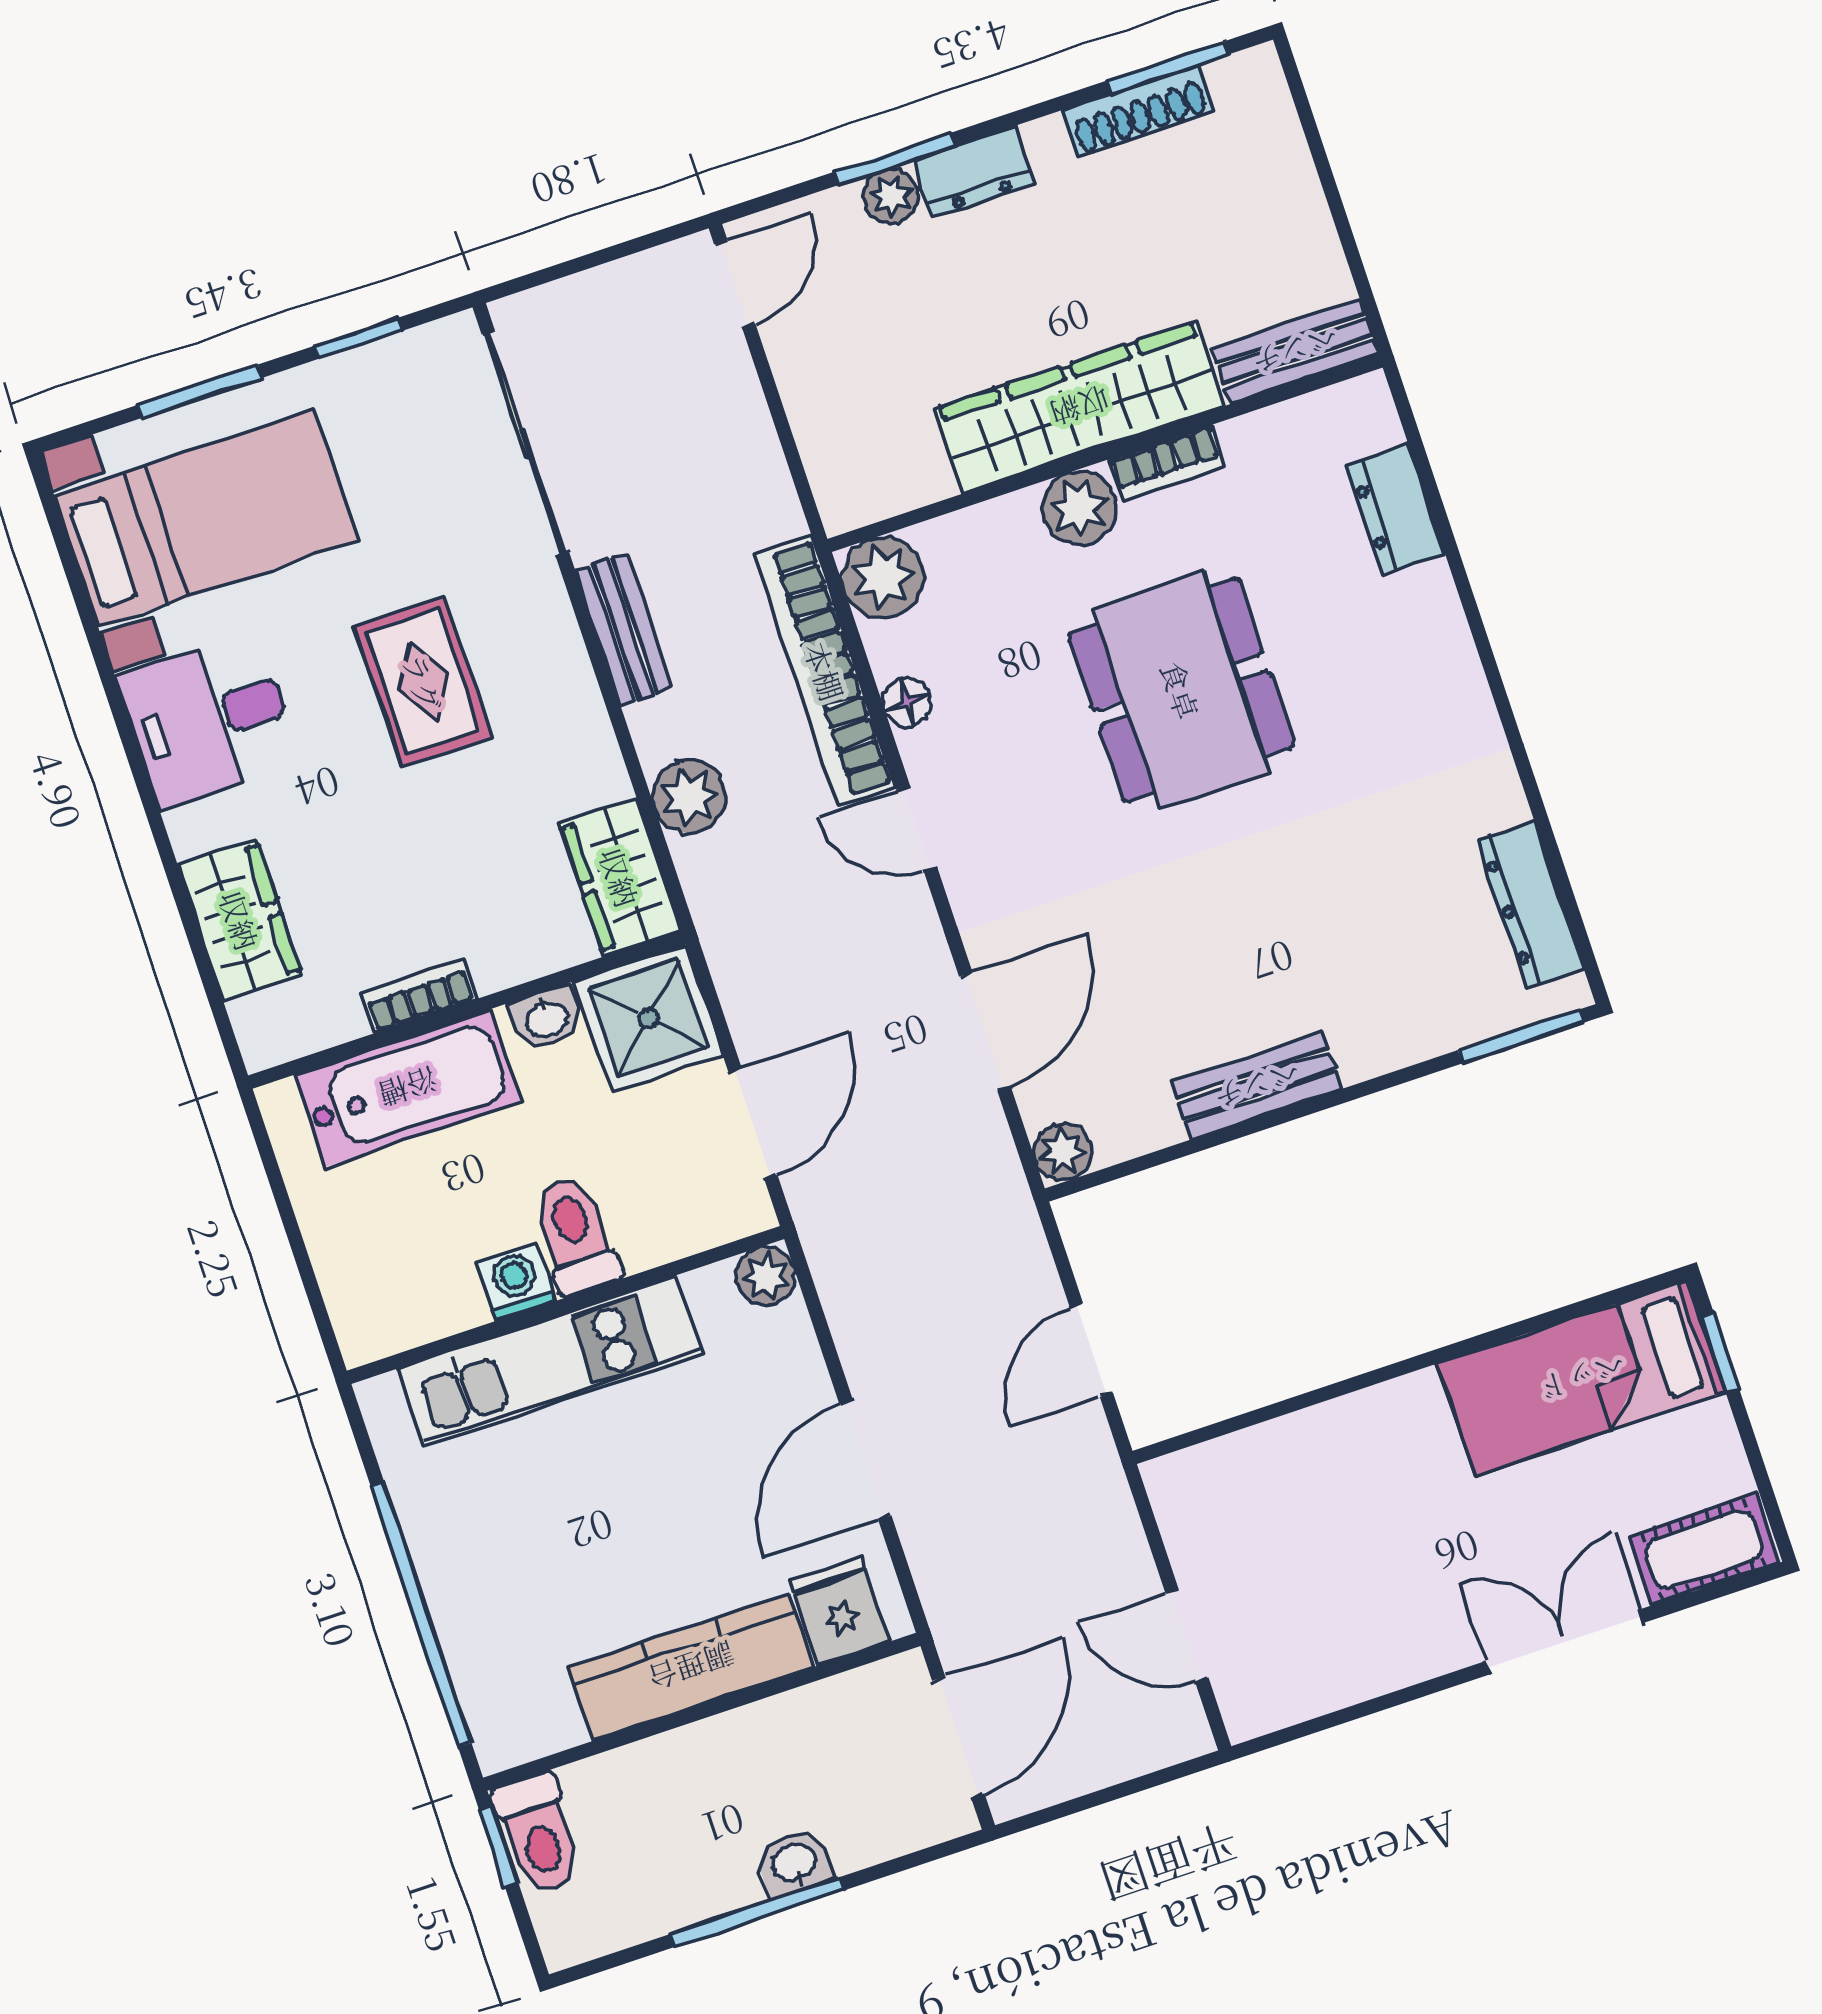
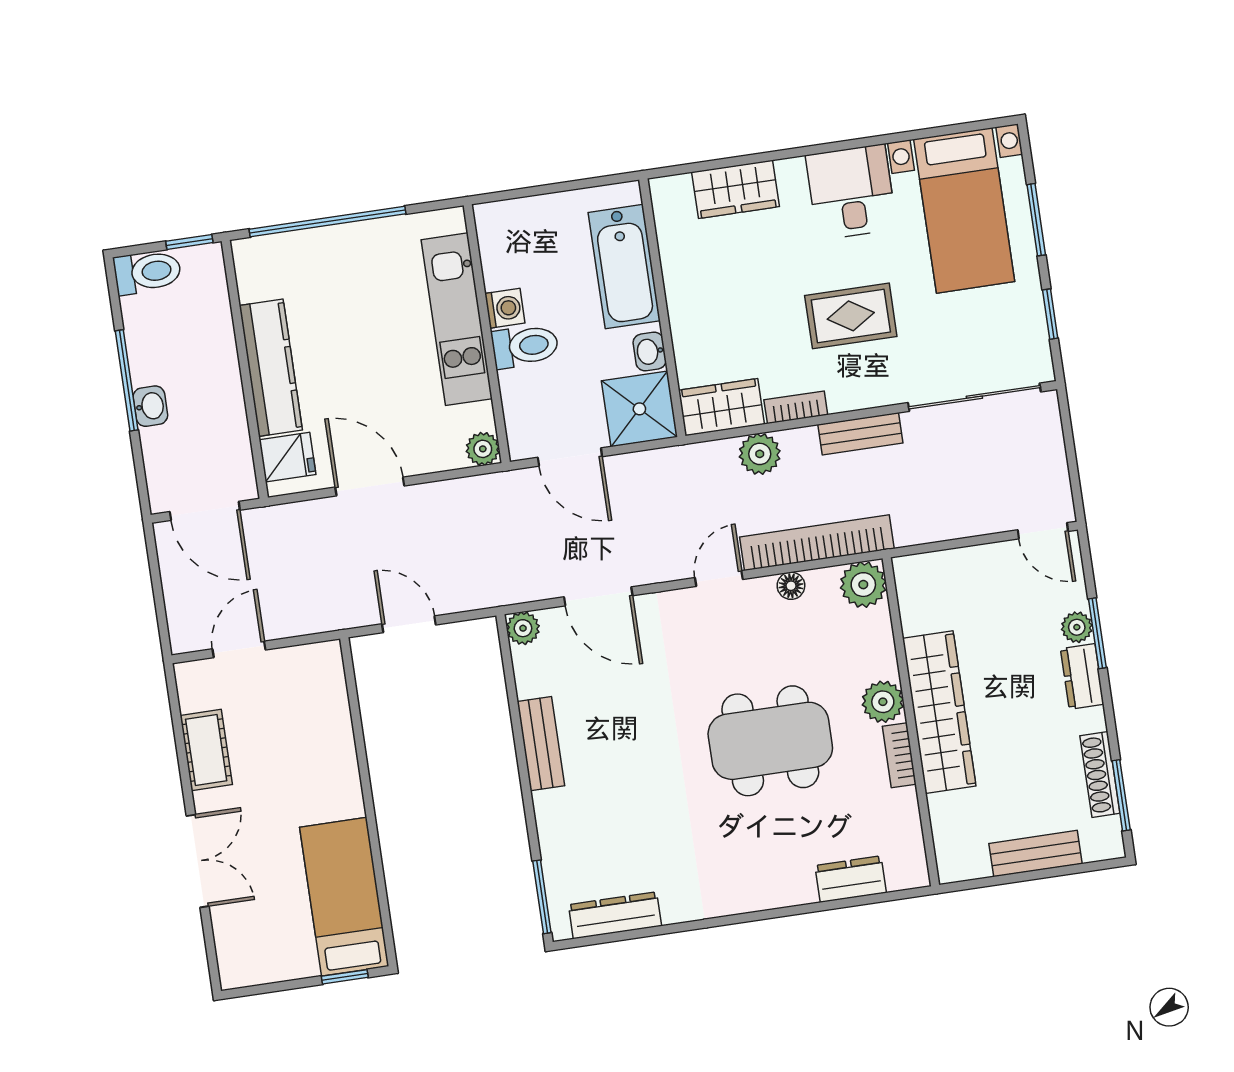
bench: (1295, 351) -> (1035, 854), moved, turned 90
bookcase: (419, 996) -> (796, 407), moved, turned -90
cot: (1704, 1550) -> (206, 750), moved
toilet: (538, 1834) -> (148, 272), moved, turned 180

